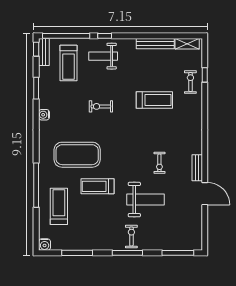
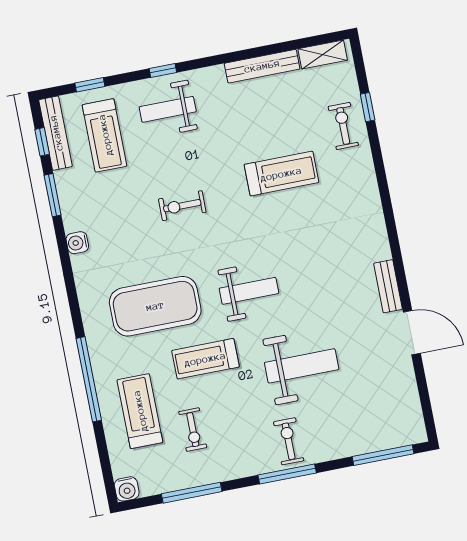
window: (66, 36) -> (90, 85), width x0.32
window: (36, 49) -> (42, 142), moved
bench: (44, 52) -> (56, 133), width x1.36
weight bench: (126, 156) -> (249, 291), added
exercise bike: (159, 163) -> (193, 430), moved

